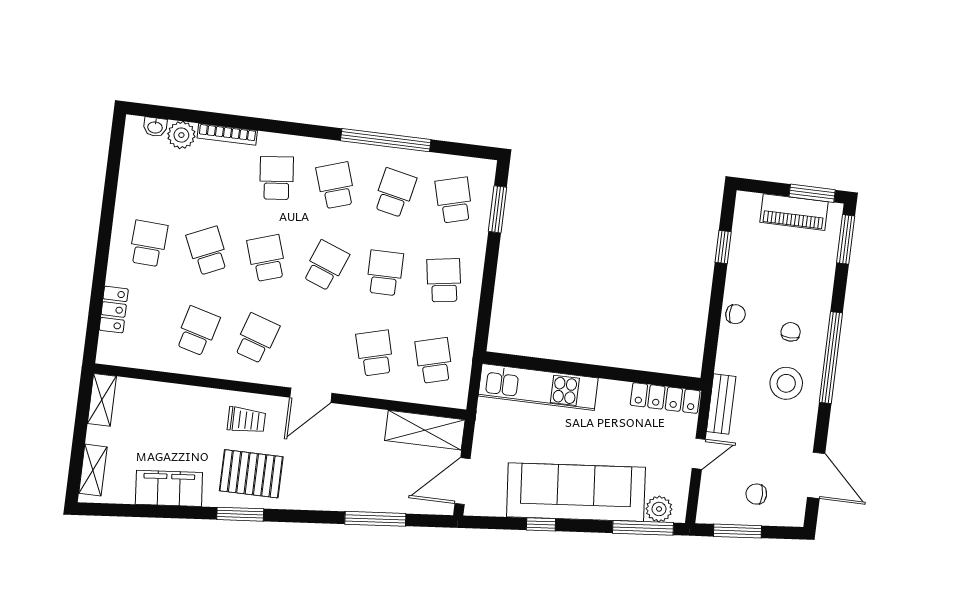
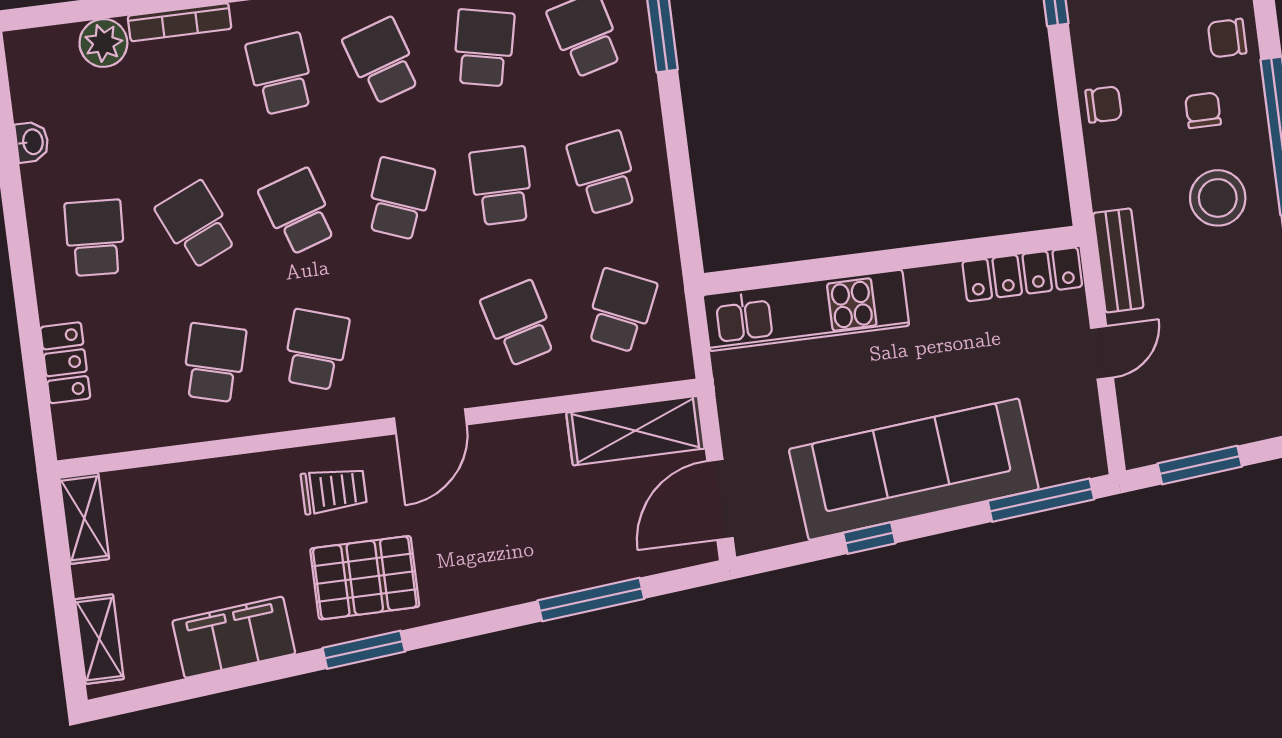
washbasin: (155, 127) -> (32, 142), moved, turned -90
school desk: (434, 360) -> (621, 311), turned 39
chair: (756, 494) -> (1227, 38), moved
plant: (659, 509) -> (1060, 462), removed

